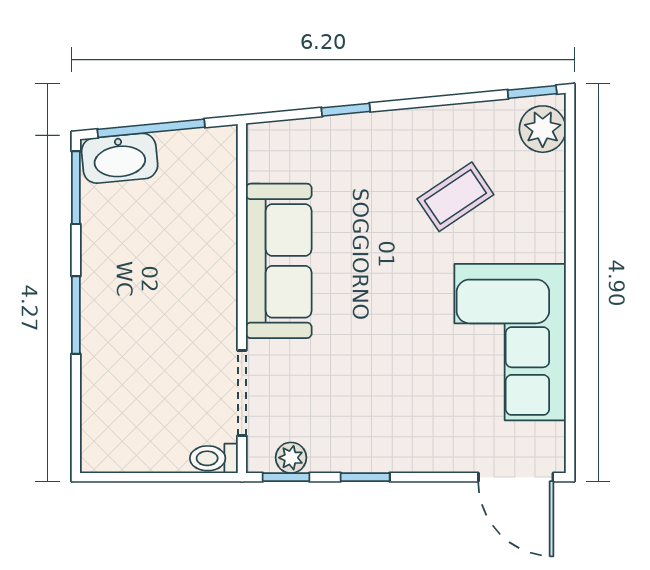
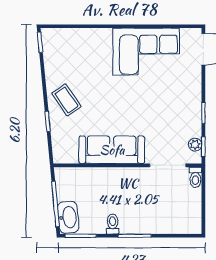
plant: (543, 129) -> (56, 38), removed
coffee table: (455, 197) -> (66, 100), moved
toilet: (104, 263) -> (113, 224), added

